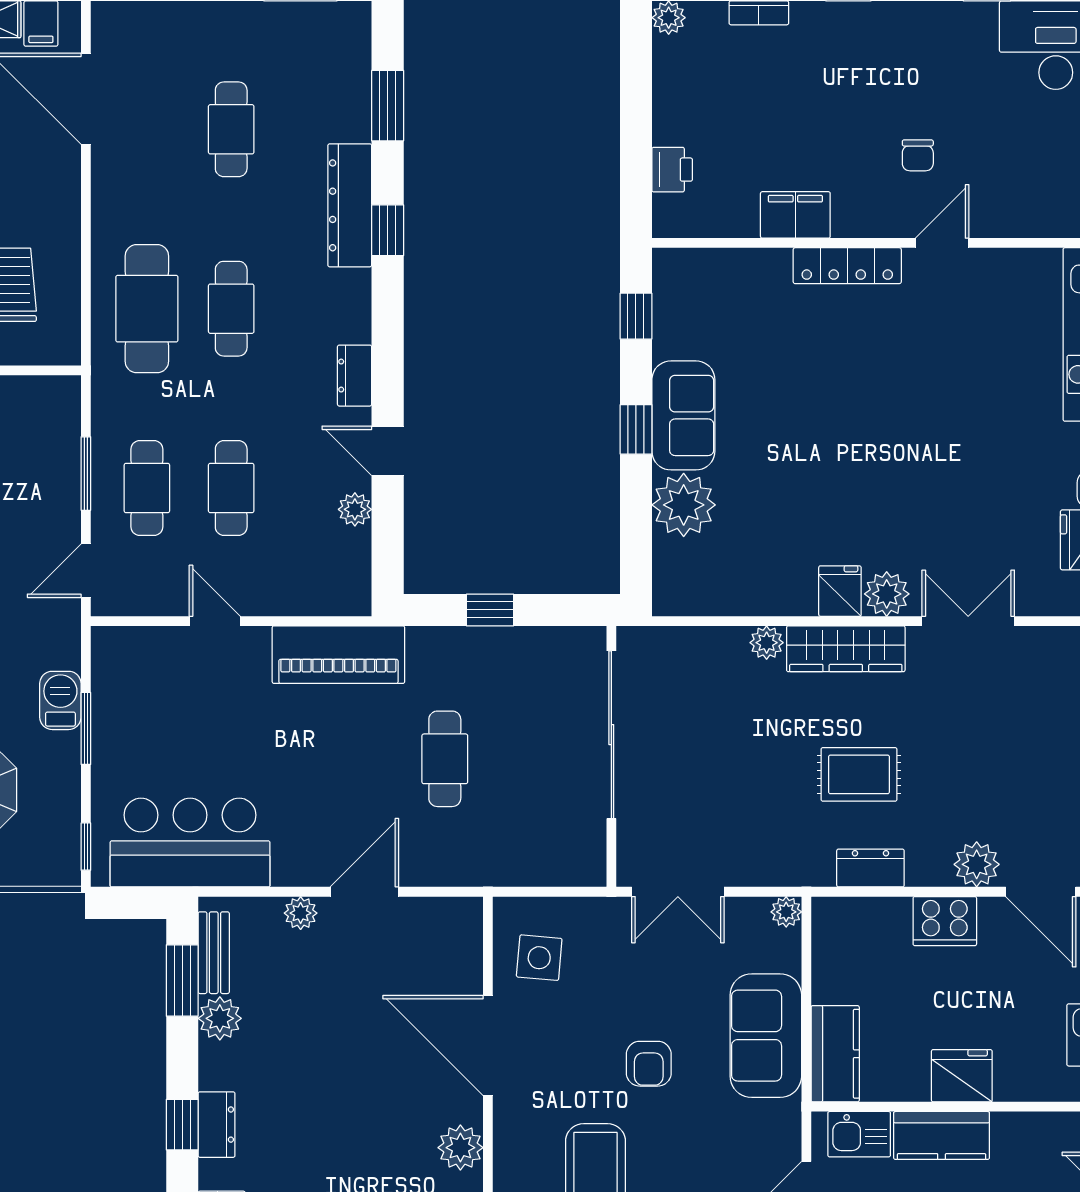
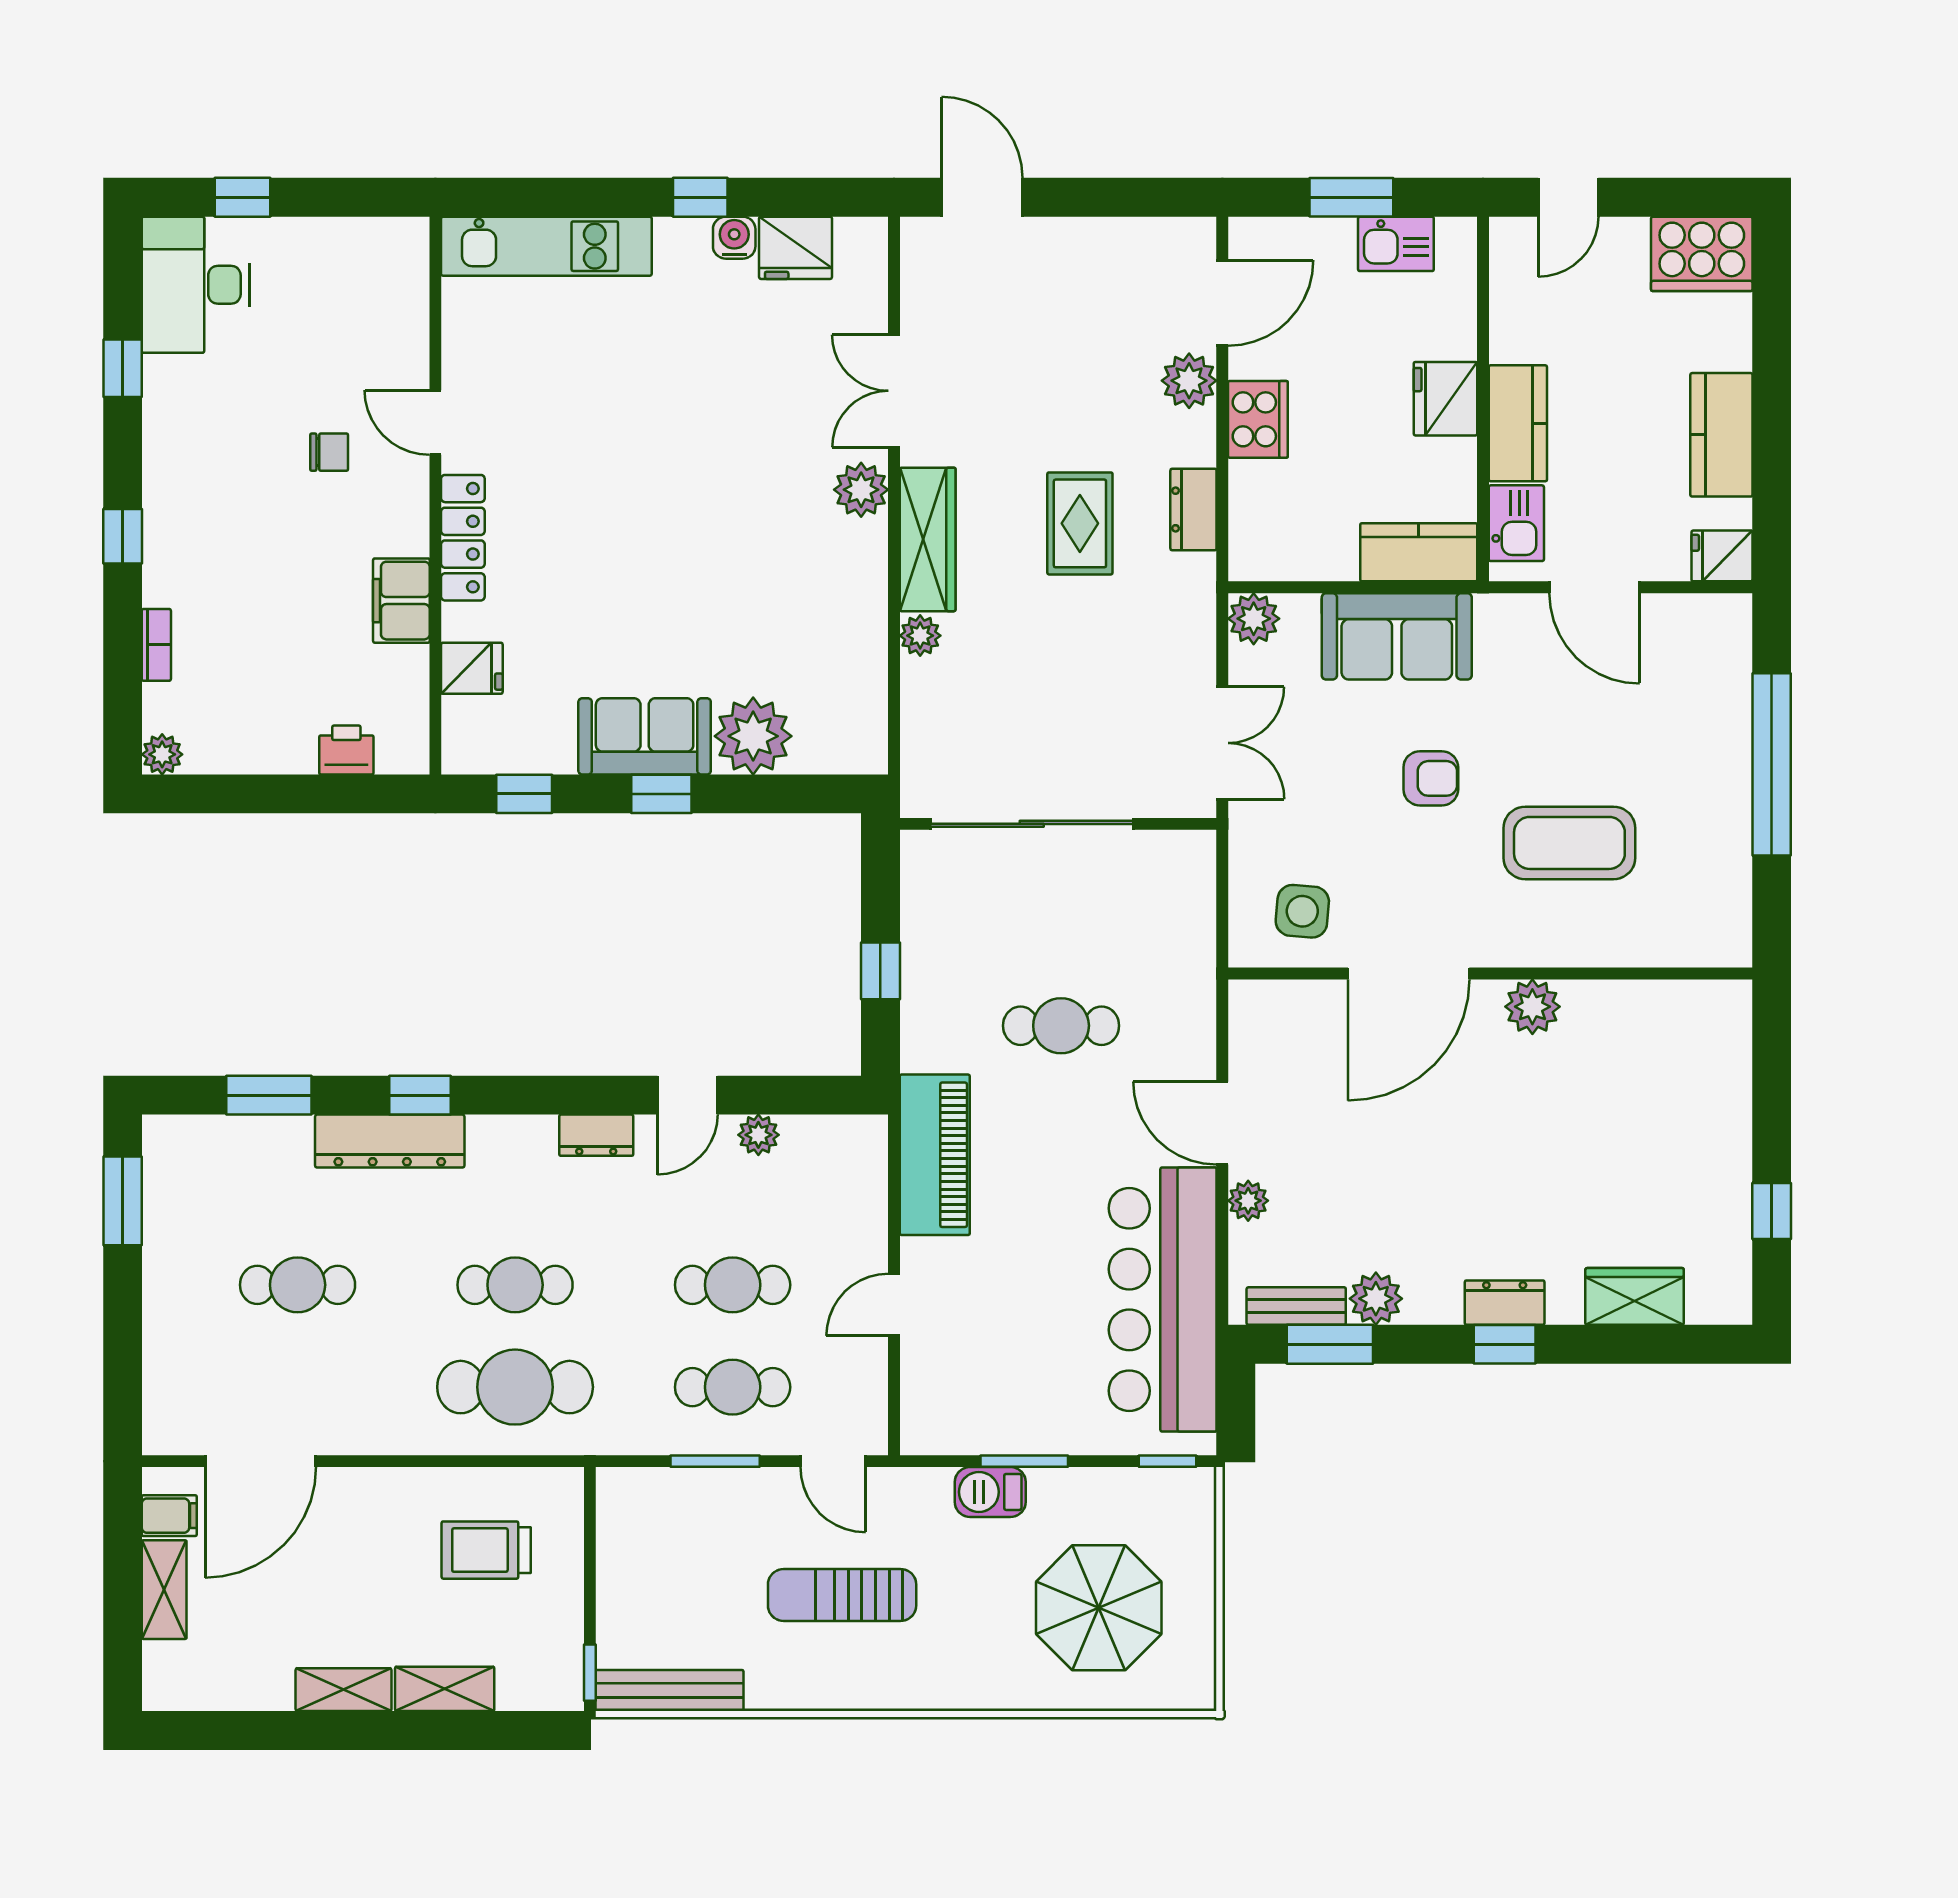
fridge: (840, 591) -> (472, 668), moved, turned 180
bar counter: (190, 843) -> (1163, 1299), width x1.36
plant: (786, 912) -> (1254, 619), width x1.38, depth x1.38

